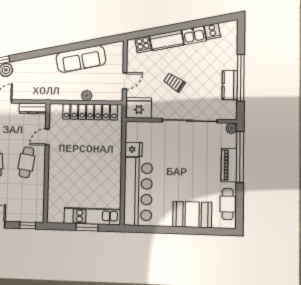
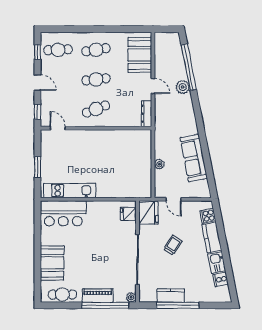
locker: (90, 112) -> (144, 168), removed
door: (47, 137) -> (58, 128), moved
fridge: (133, 149) -> (128, 214), moved, turned 90
cafe table: (26, 162) -> (96, 109), turned -30
bar counter: (138, 192) -> (63, 213), width x0.73
kitchen unit: (92, 216) -> (70, 191), moved, turned -90

